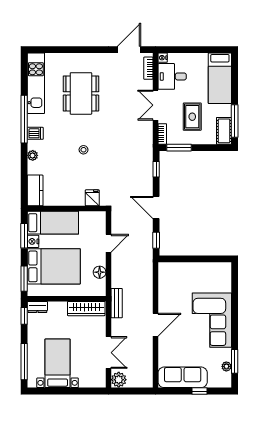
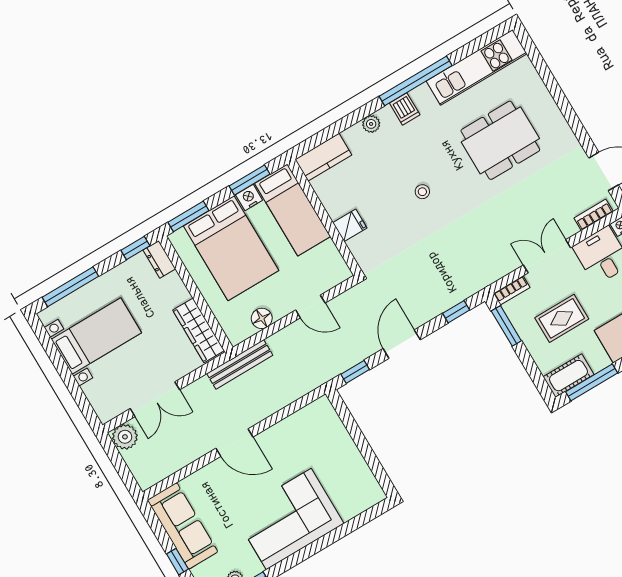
fridge: (92, 198) -> (350, 225), moved
bench: (117, 303) -> (240, 364), width x1.36

